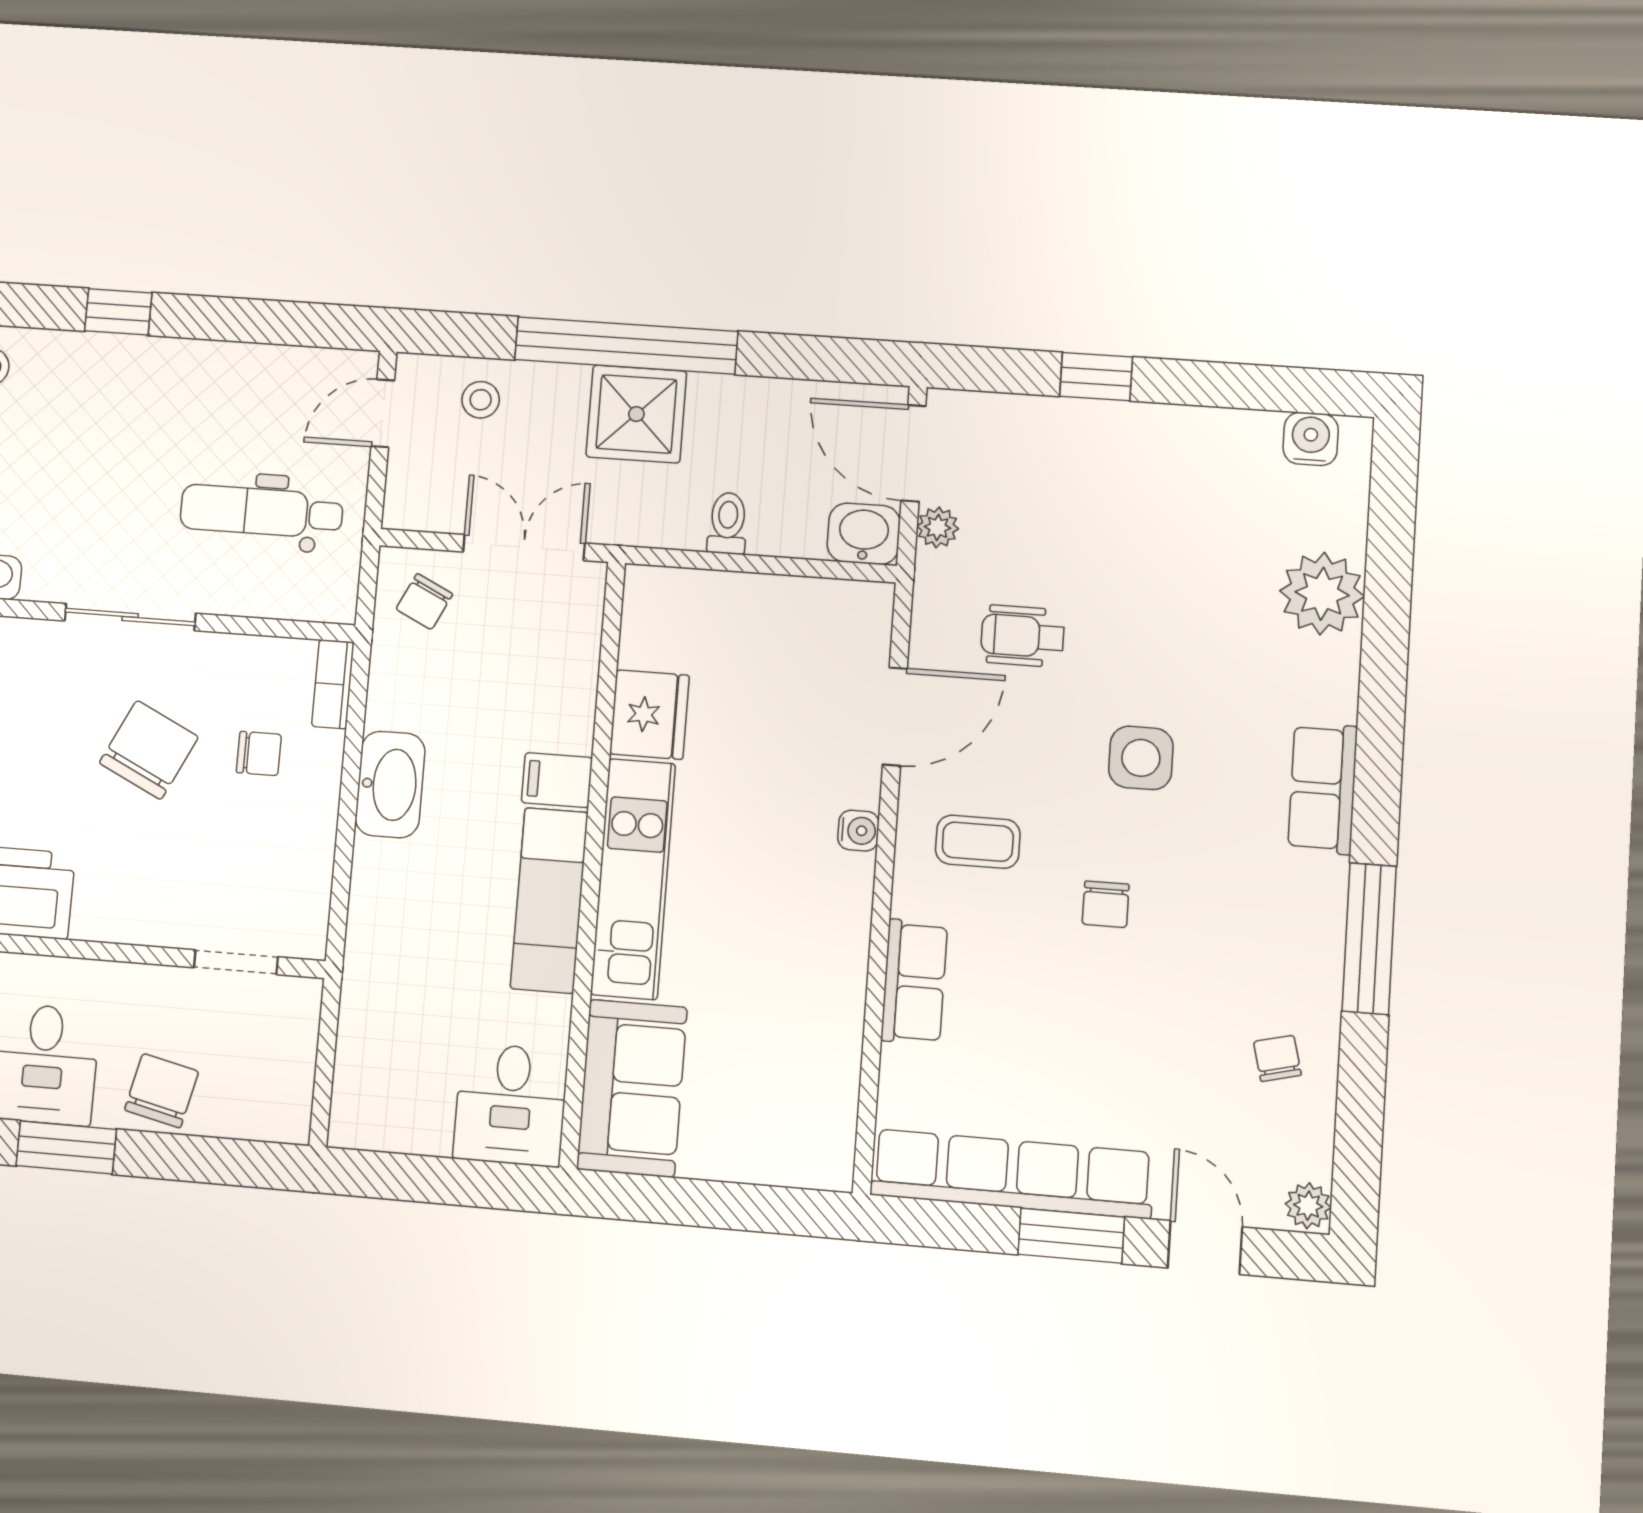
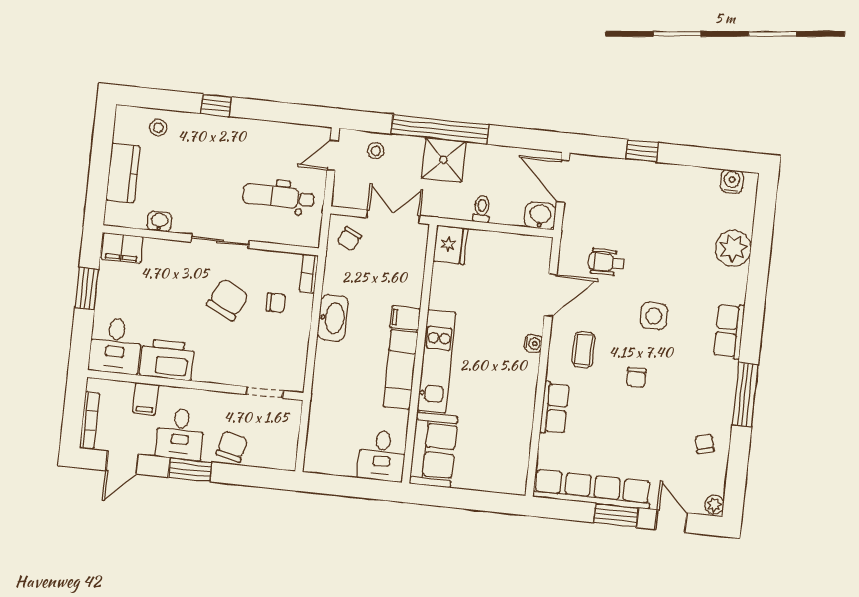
plant: (938, 527) -> (572, 214), removed
fridge: (649, 715) -> (451, 245), moved
coffee table: (978, 842) -> (584, 350), turned 90

